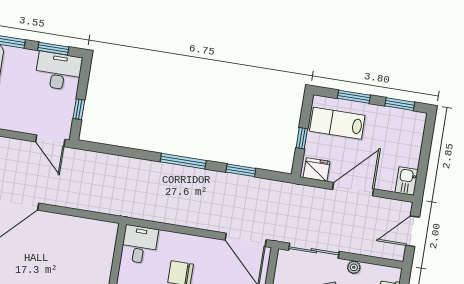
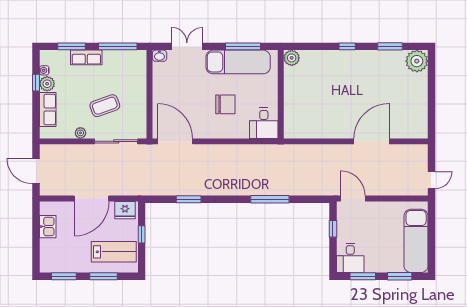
desk: (58, 71) -> (350, 258), width x0.73
window: (183, 161) -> (270, 199), moved
kitchen sink: (407, 181) -> (48, 227), moved
door: (413, 231) -> (36, 171), swing flipped

